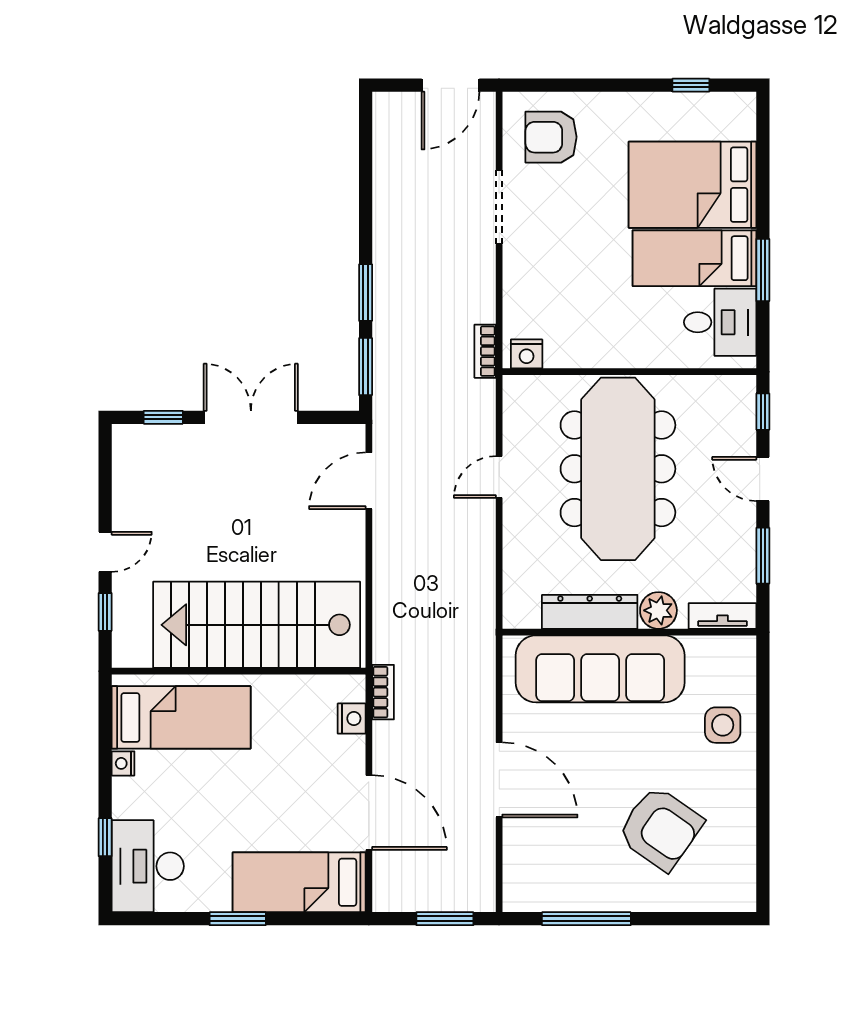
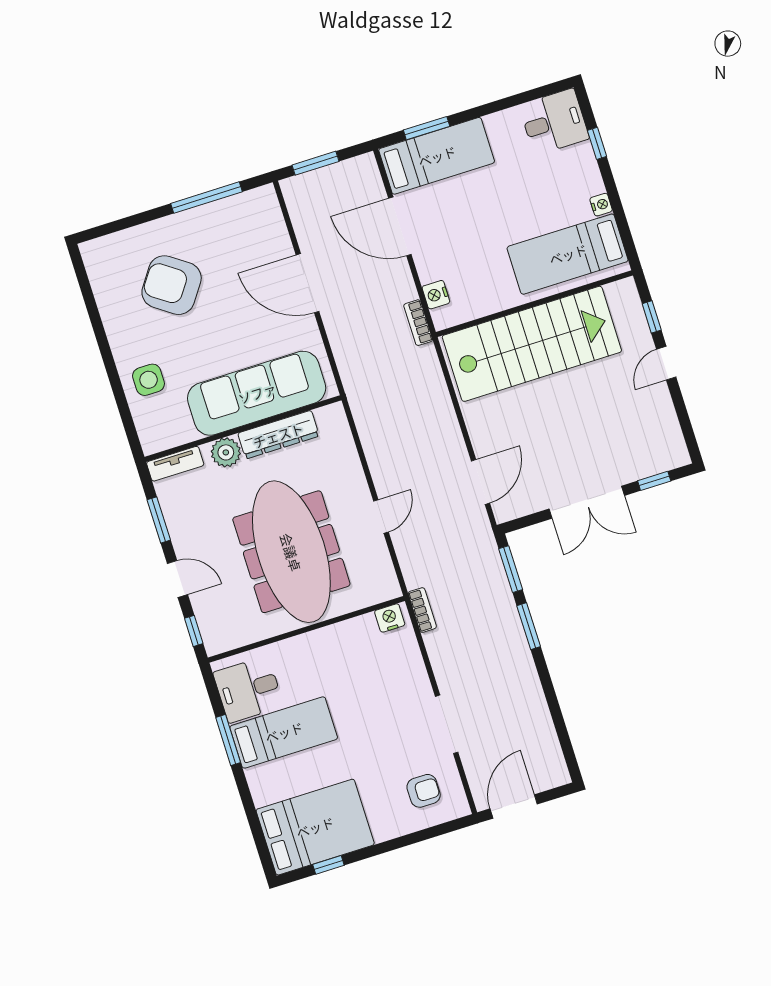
armchair: (551, 137) -> (424, 791), width x0.72, depth x0.72
bed: (692, 185) -> (315, 827), moved
desk: (148, 866) -> (554, 122), width x0.73
window: (238, 919) -> (427, 128), moved

